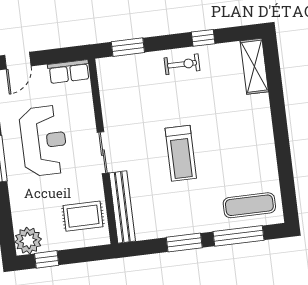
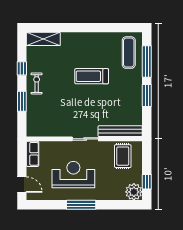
window: (128, 47) -> (22, 101), moved
treadmill: (181, 153) -> (92, 76), moved, turned 180

